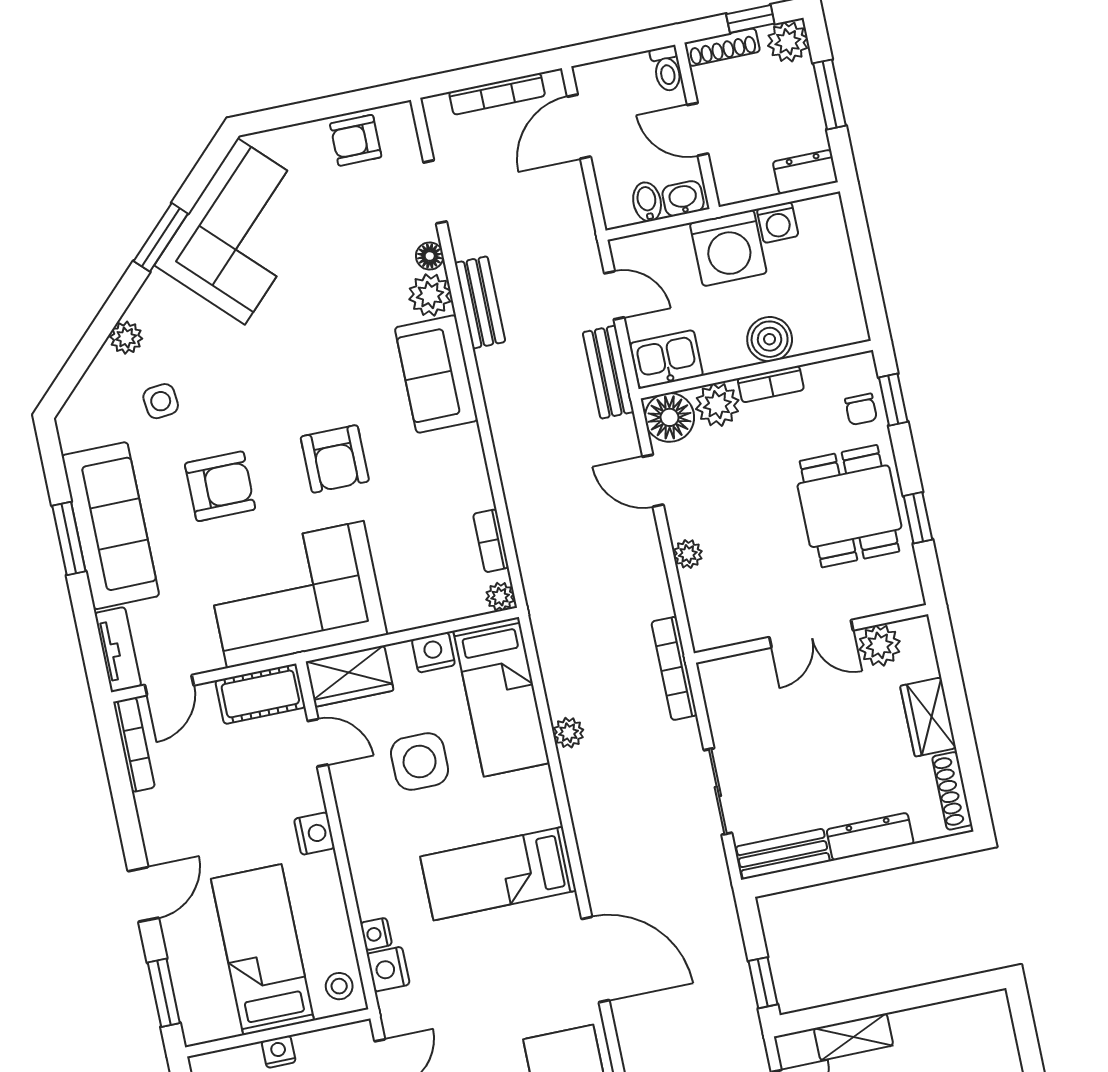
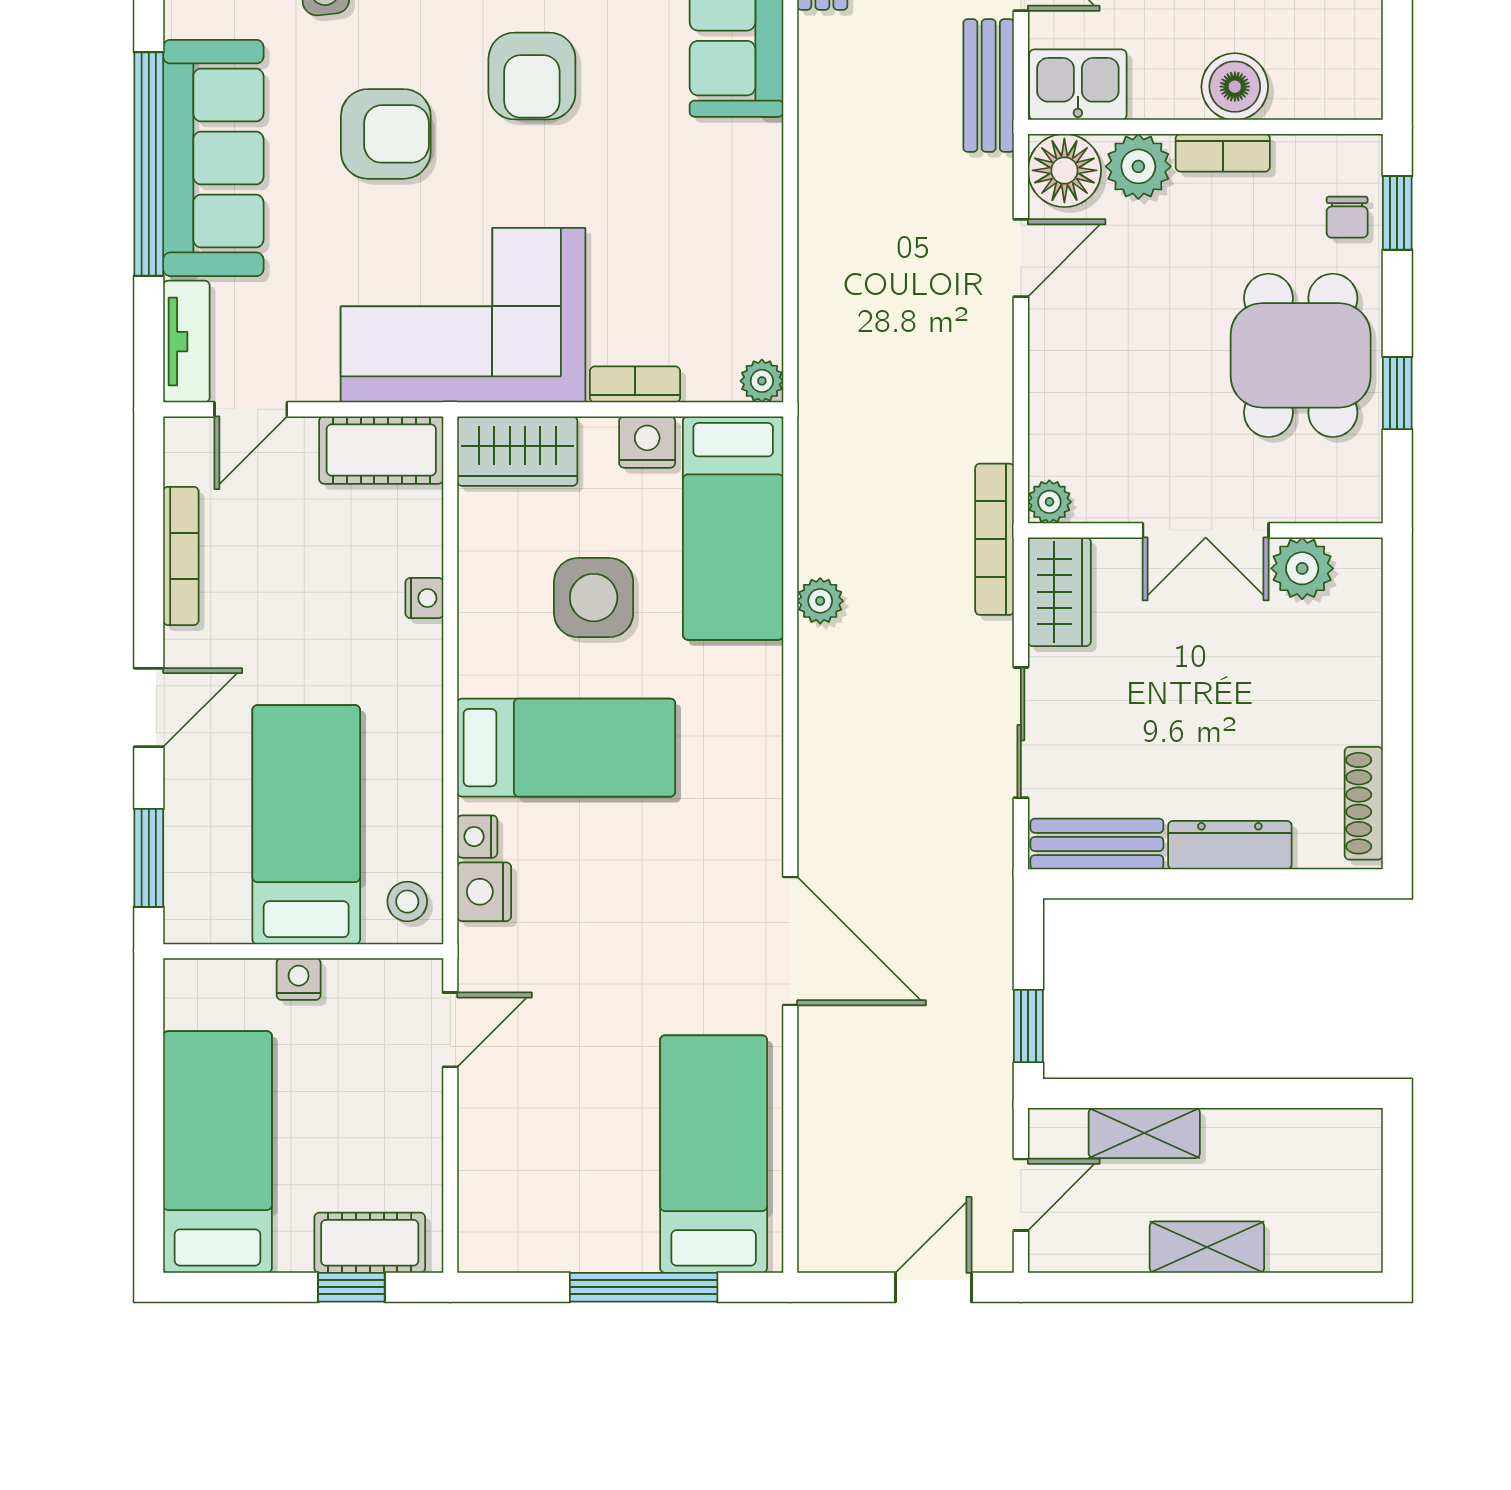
armchair: (335, 459) -> (532, 76), moved
door: (653, 481) -> (1021, 258), swing flipped
window: (69, 538) -> (149, 164), width x2.11
bookcase: (491, 541) -> (635, 384), moved, turned 90
plant: (688, 554) -> (1049, 502), moved
wardrobe: (928, 717) -> (1059, 592), moved, turned 180
door: (318, 743) -> (450, 539), removed
bookcase: (134, 745) -> (181, 556), moved
nightstand: (314, 834) -> (424, 598), moved, width x0.72, depth x0.74
bed: (498, 874) -> (566, 748), moved, turned 180

